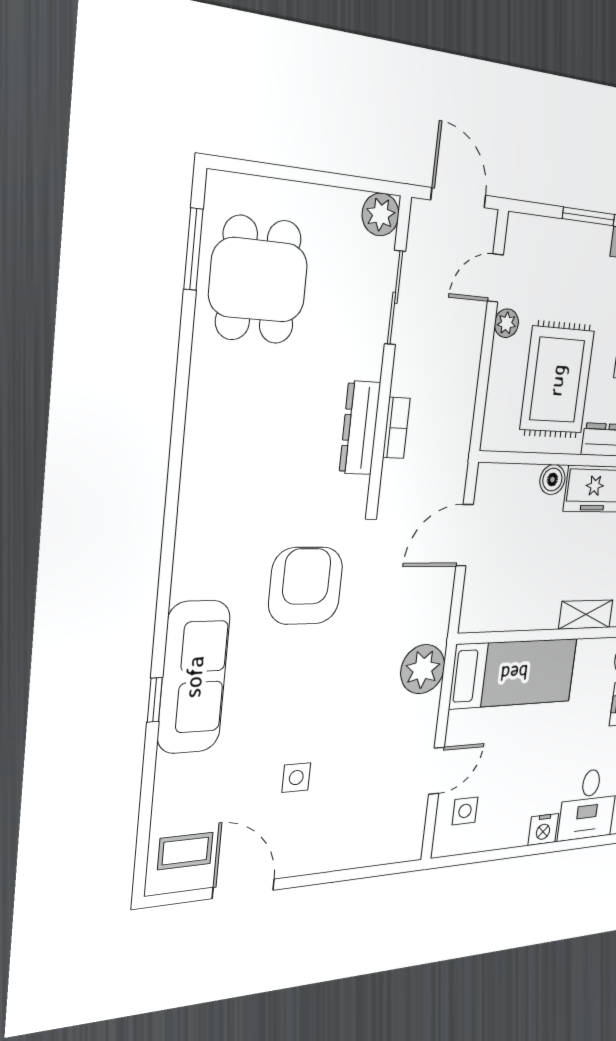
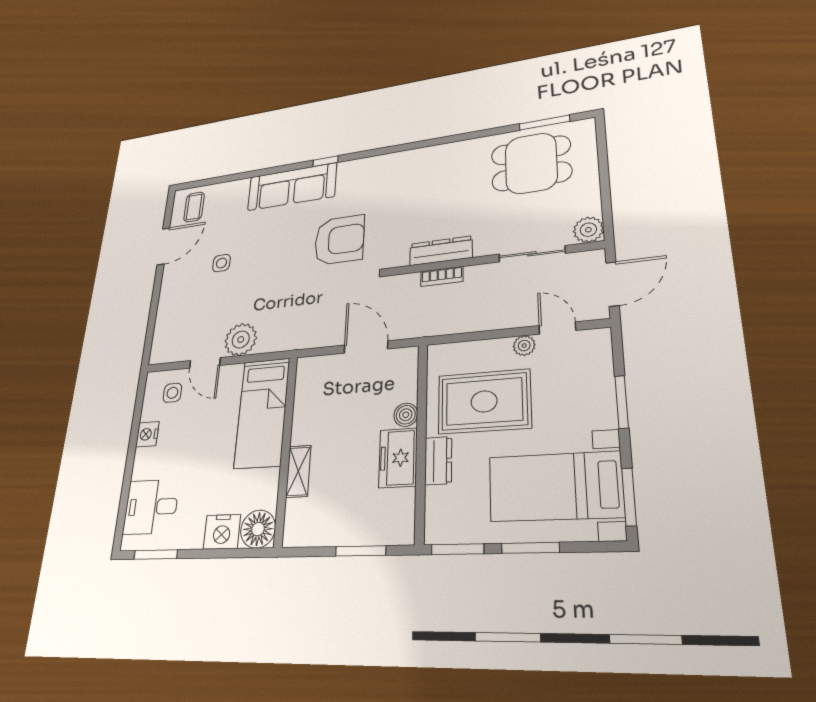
plant: (423, 669) -> (241, 340), moved
window: (155, 700) -> (325, 161), moved
nightstand: (543, 829) -> (147, 434), moved

